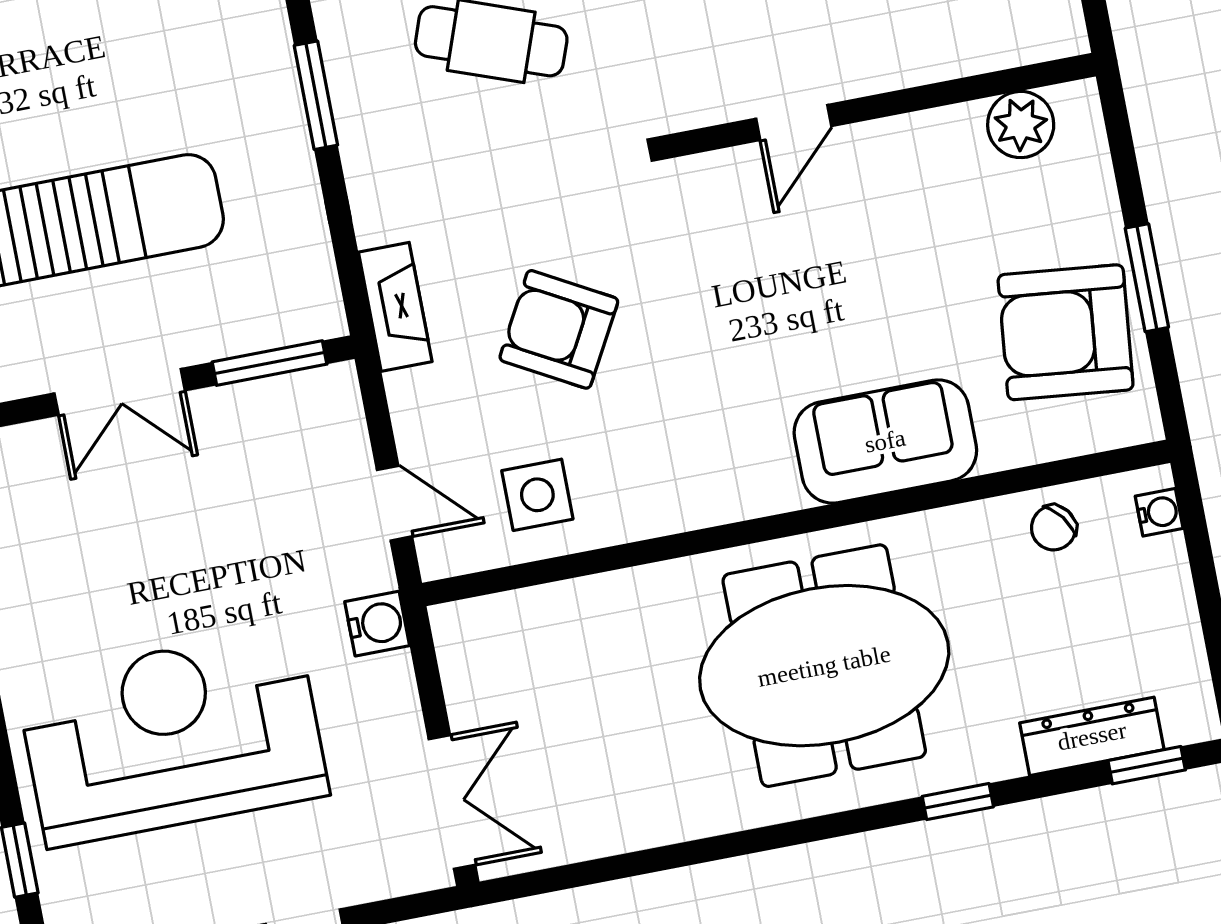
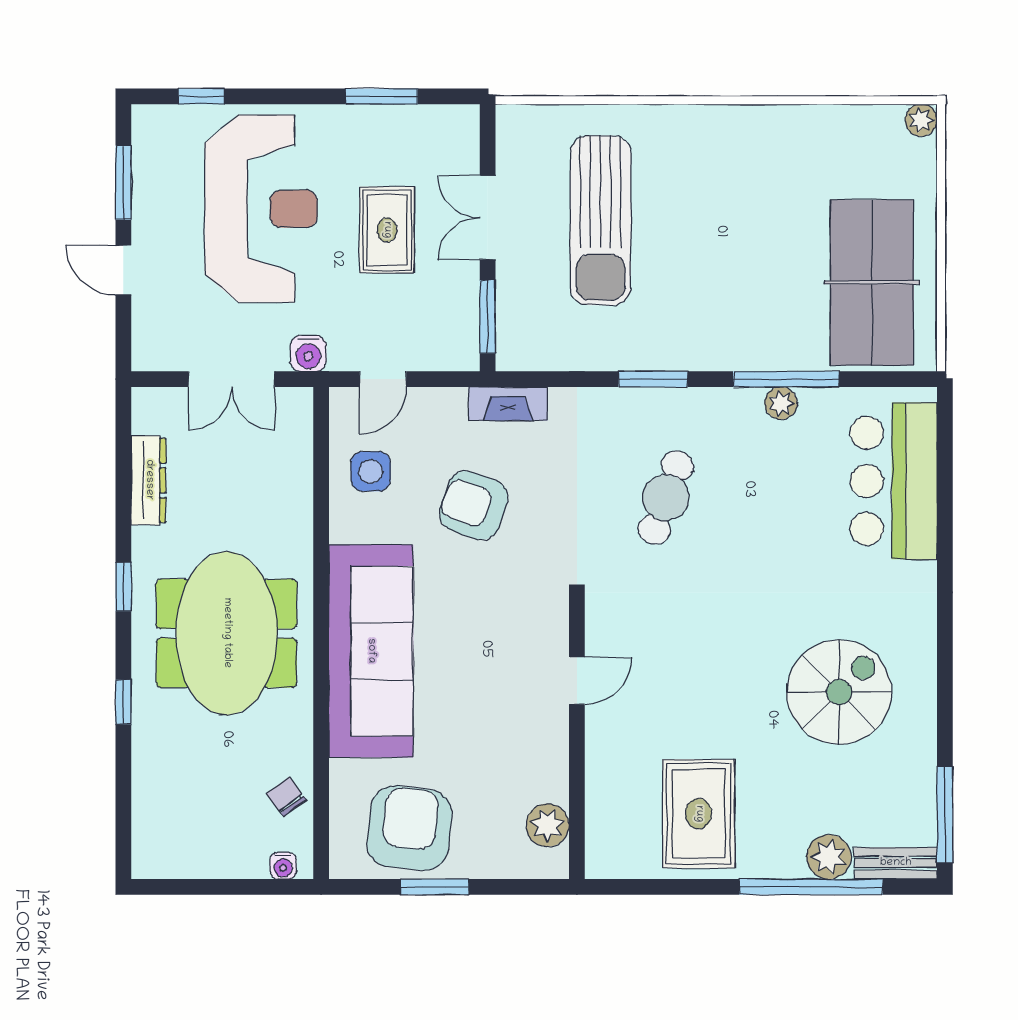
door: (794, 122) -> (577, 681), swing flipped
armchair: (559, 329) -> (474, 505), turned -99
sofa: (885, 441) -> (371, 651), width x1.85, depth x1.27
rug: (168, 540) -> (387, 230), added
dresser: (1092, 736) -> (149, 480), moved
window: (1147, 765) -> (123, 587), moved
double door: (452, 802) -> (232, 379), moved

